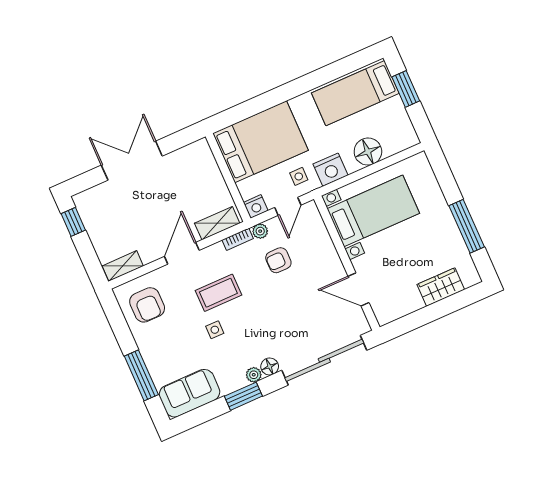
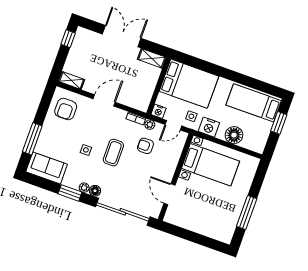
shelving: (217, 223) -> (152, 58), moved
wardrobe: (441, 287) -> (208, 229), removed
coffee table: (218, 293) -> (113, 153), moved, turned 90

